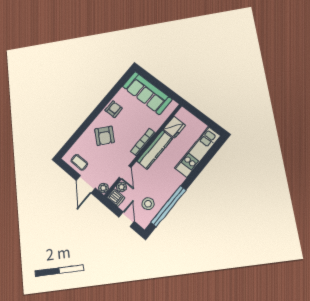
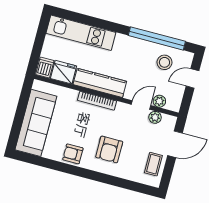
armchair: (105, 136) -> (109, 149), turned 139
plant: (103, 188) -> (155, 117), moved
dishwasher: (116, 198) -> (45, 68), moved

